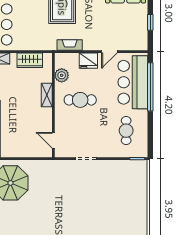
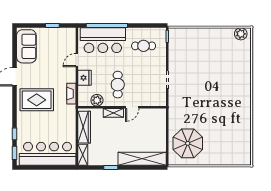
door: (109, 52) -> (77, 60), swing flipped
wardrobe: (30, 60) -> (84, 127), width x1.50
door: (53, 140) -> (132, 107), moved

